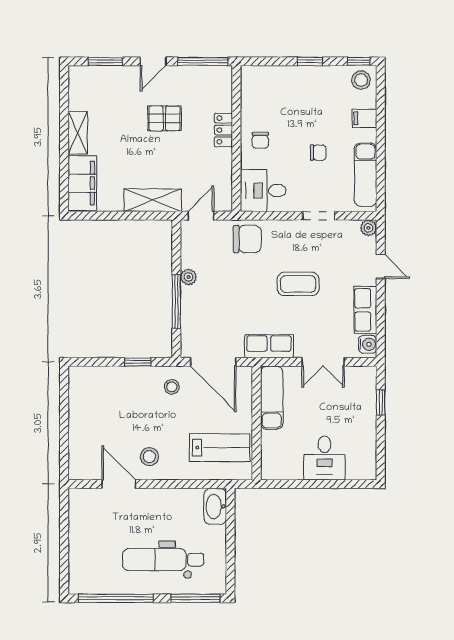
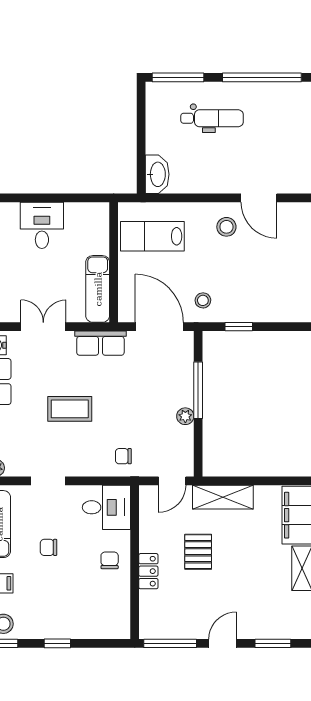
pallet: (164, 118) -> (198, 552), moved, turned 90
chair: (247, 239) -> (123, 456), width x0.54, depth x0.54
dental chair: (163, 560) -> (212, 118), width x0.73, depth x0.72

